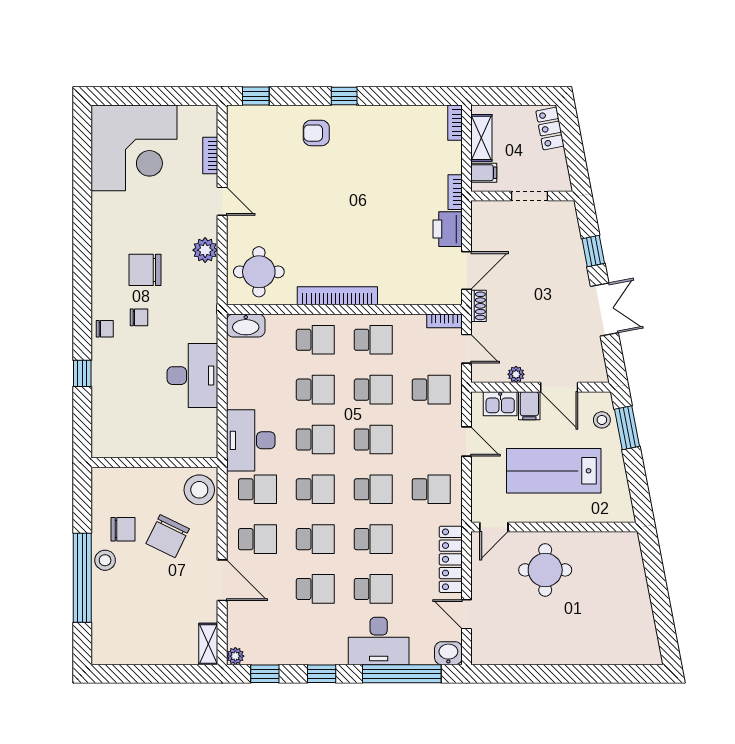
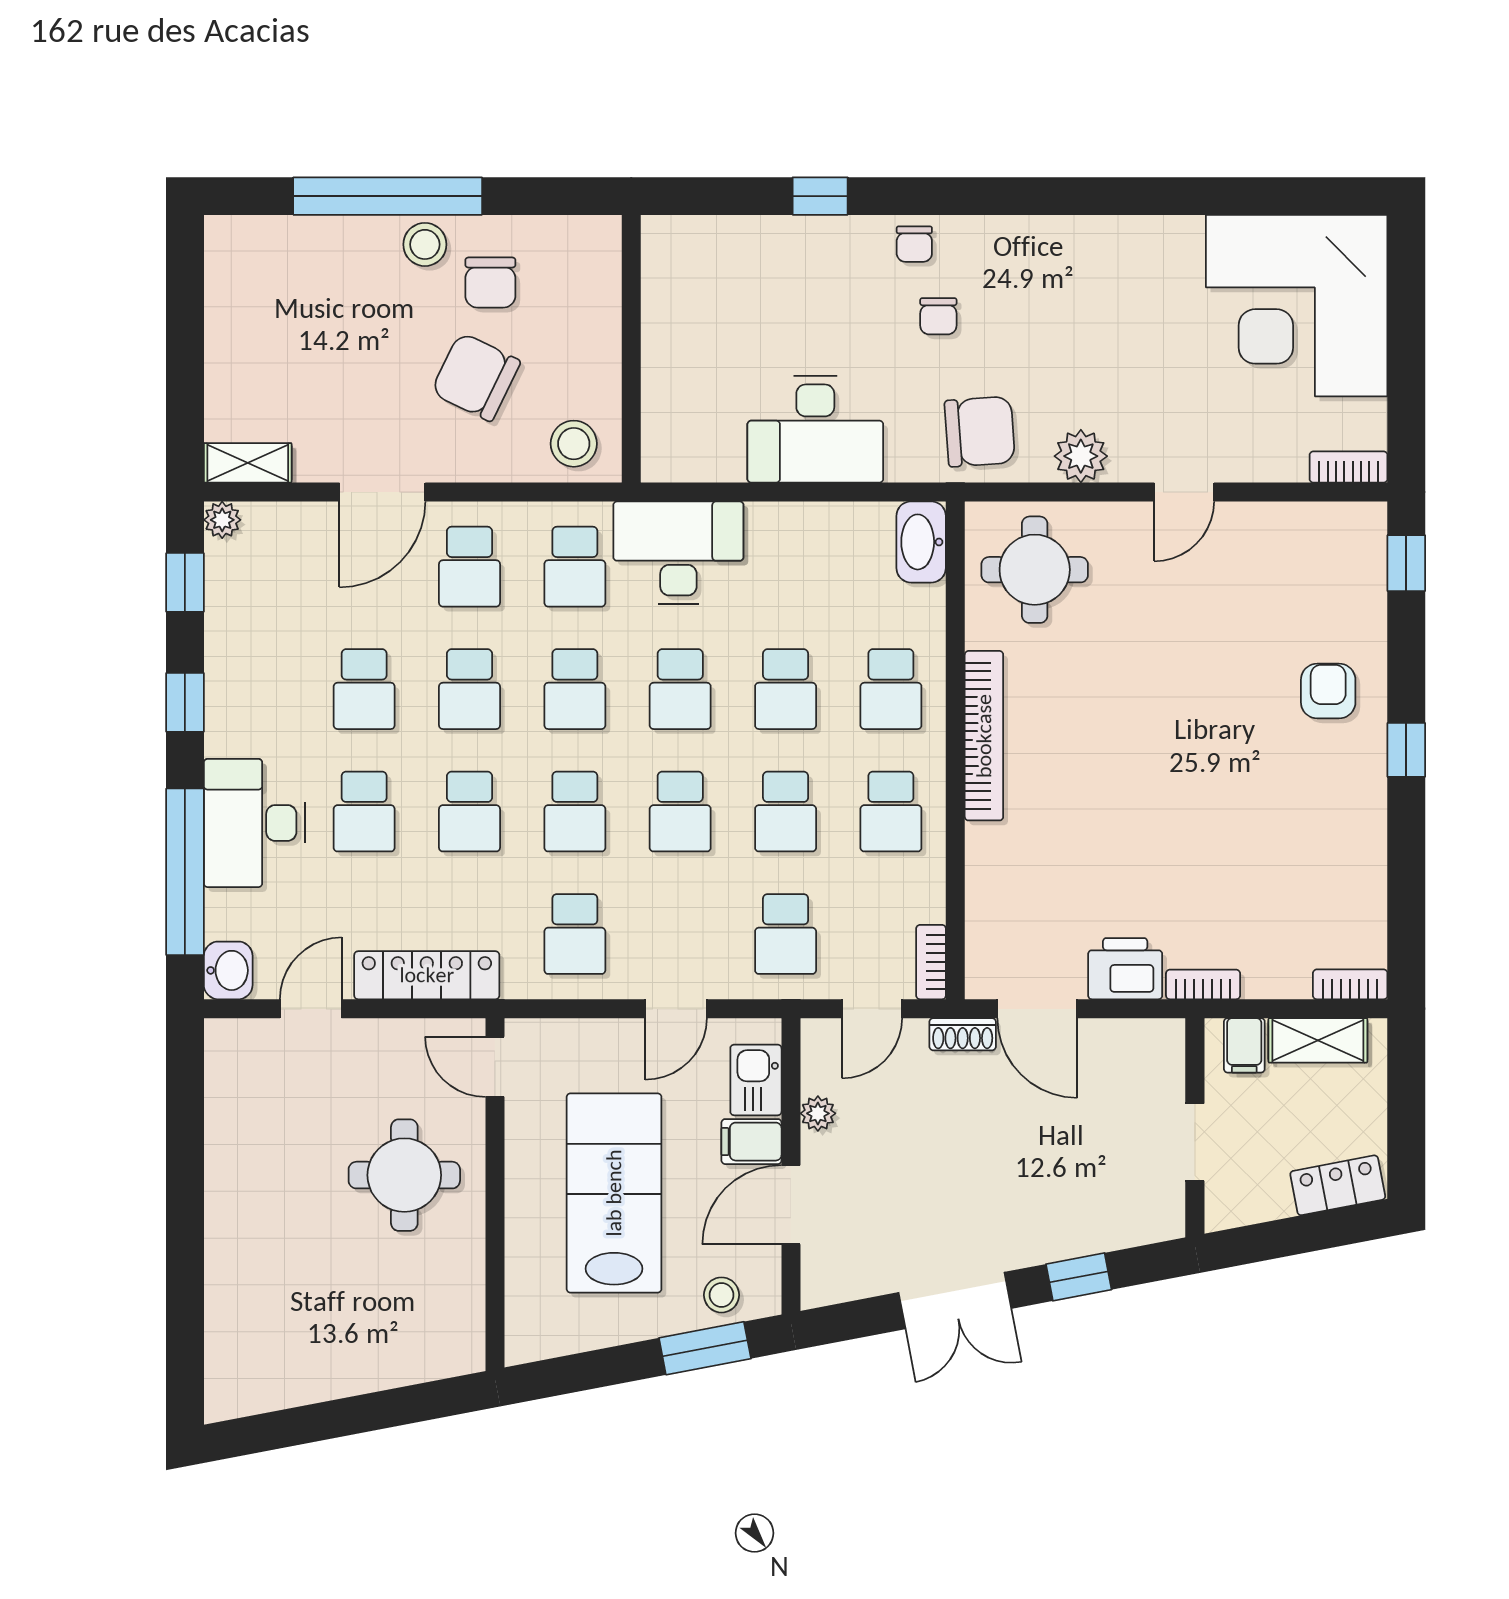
bookcase: (210, 155) -> (1348, 467), moved
chair: (145, 270) -> (980, 432), moved, turned 86
stool: (199, 490) -> (574, 444), width x0.73, depth x0.73

